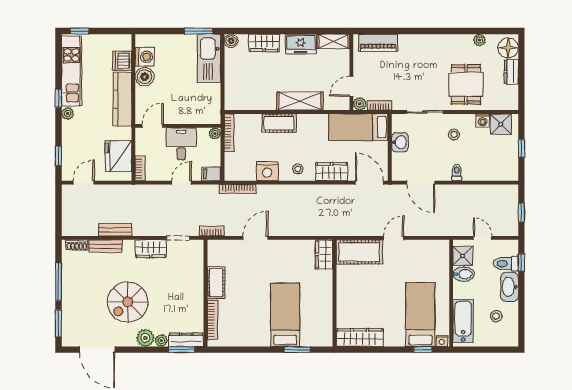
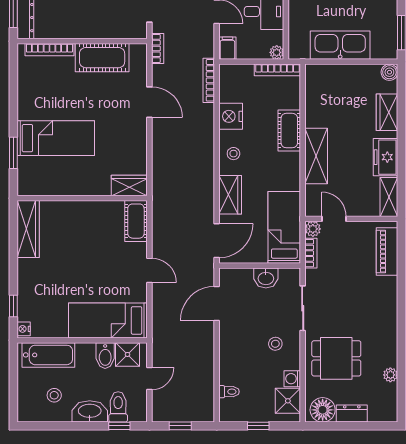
floor lamp: (508, 48) -> (323, 410), moved
kitchen sink: (209, 58) -> (340, 45), moved
toilet: (457, 173) -> (229, 392), moved
cot: (359, 252) -> (136, 221), width x0.73, depth x0.75
cot: (216, 283) -> (102, 58), width x1.37, depth x1.34
bed: (420, 314) -> (108, 320), moved, turned 180

